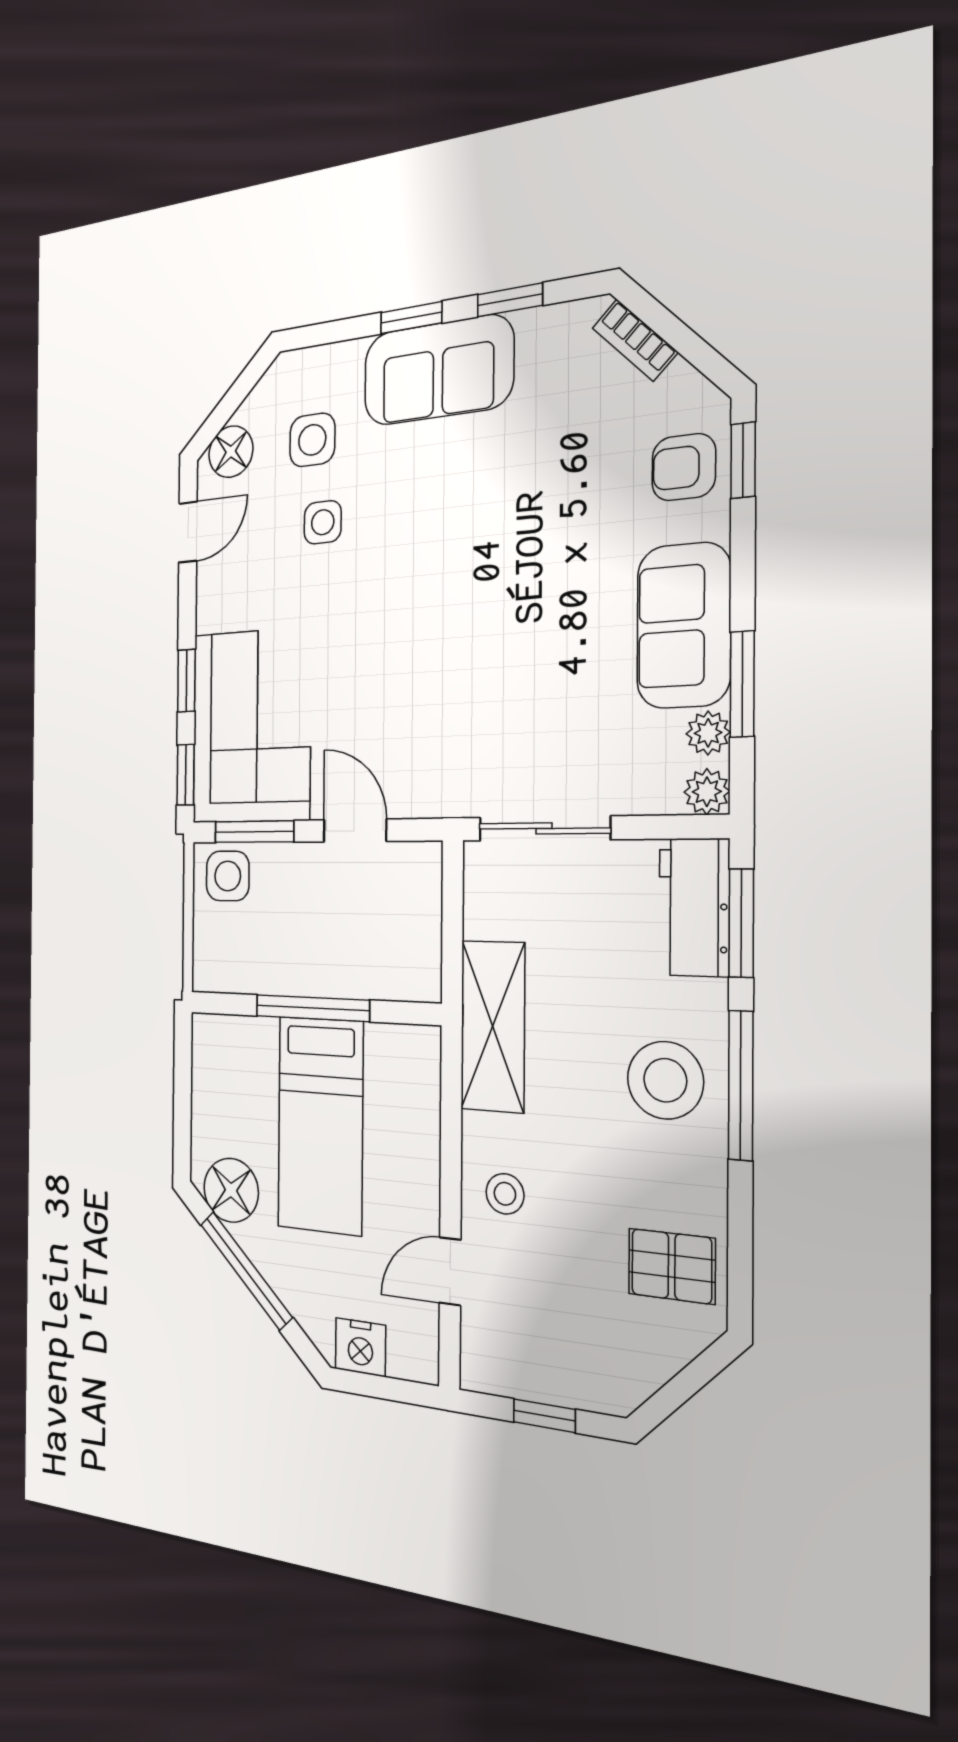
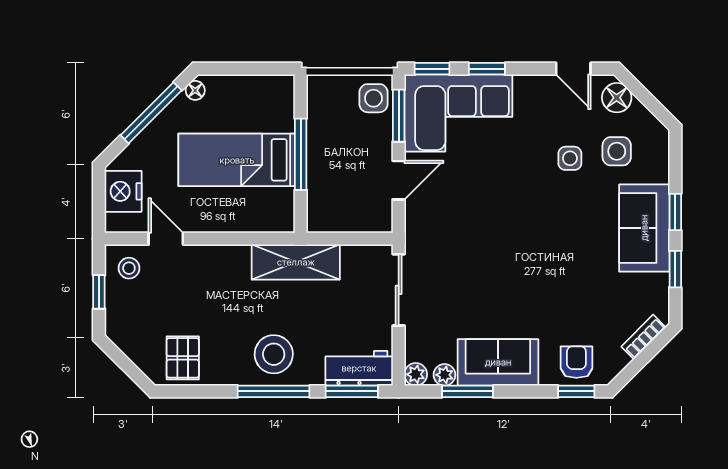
floor lamp: (231, 1190) -> (195, 90), width x0.53, depth x0.53
stool: (505, 1194) -> (129, 268), moved
nightstand: (360, 1347) -> (123, 191), width x1.36, depth x1.33

